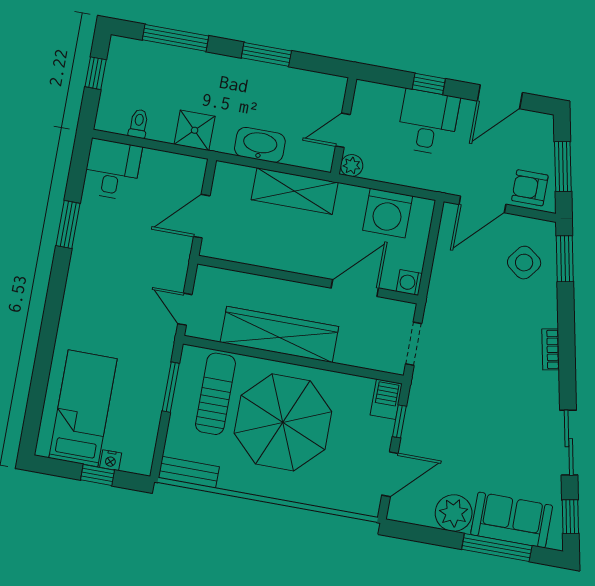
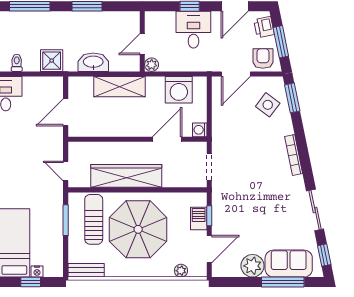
printer: (541, 138) -> (264, 27), added
armchair: (530, 188) -> (263, 59), turned 90
bookcase: (551, 349) -> (294, 155), width x1.56
barbecue: (386, 399) -> (199, 218), moved
plant: (339, 500) -> (181, 271), added

